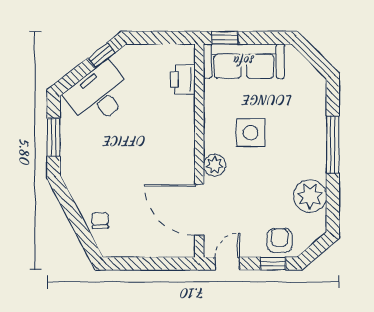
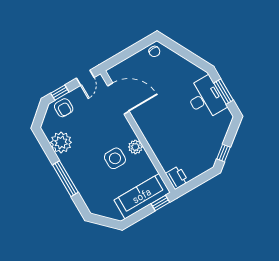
printer: (183, 79) -> (177, 178), moved
desk: (99, 95) -> (205, 98), moved, turned -52
plant: (214, 165) -> (135, 147), moved
chair: (100, 220) -> (154, 51), moved

